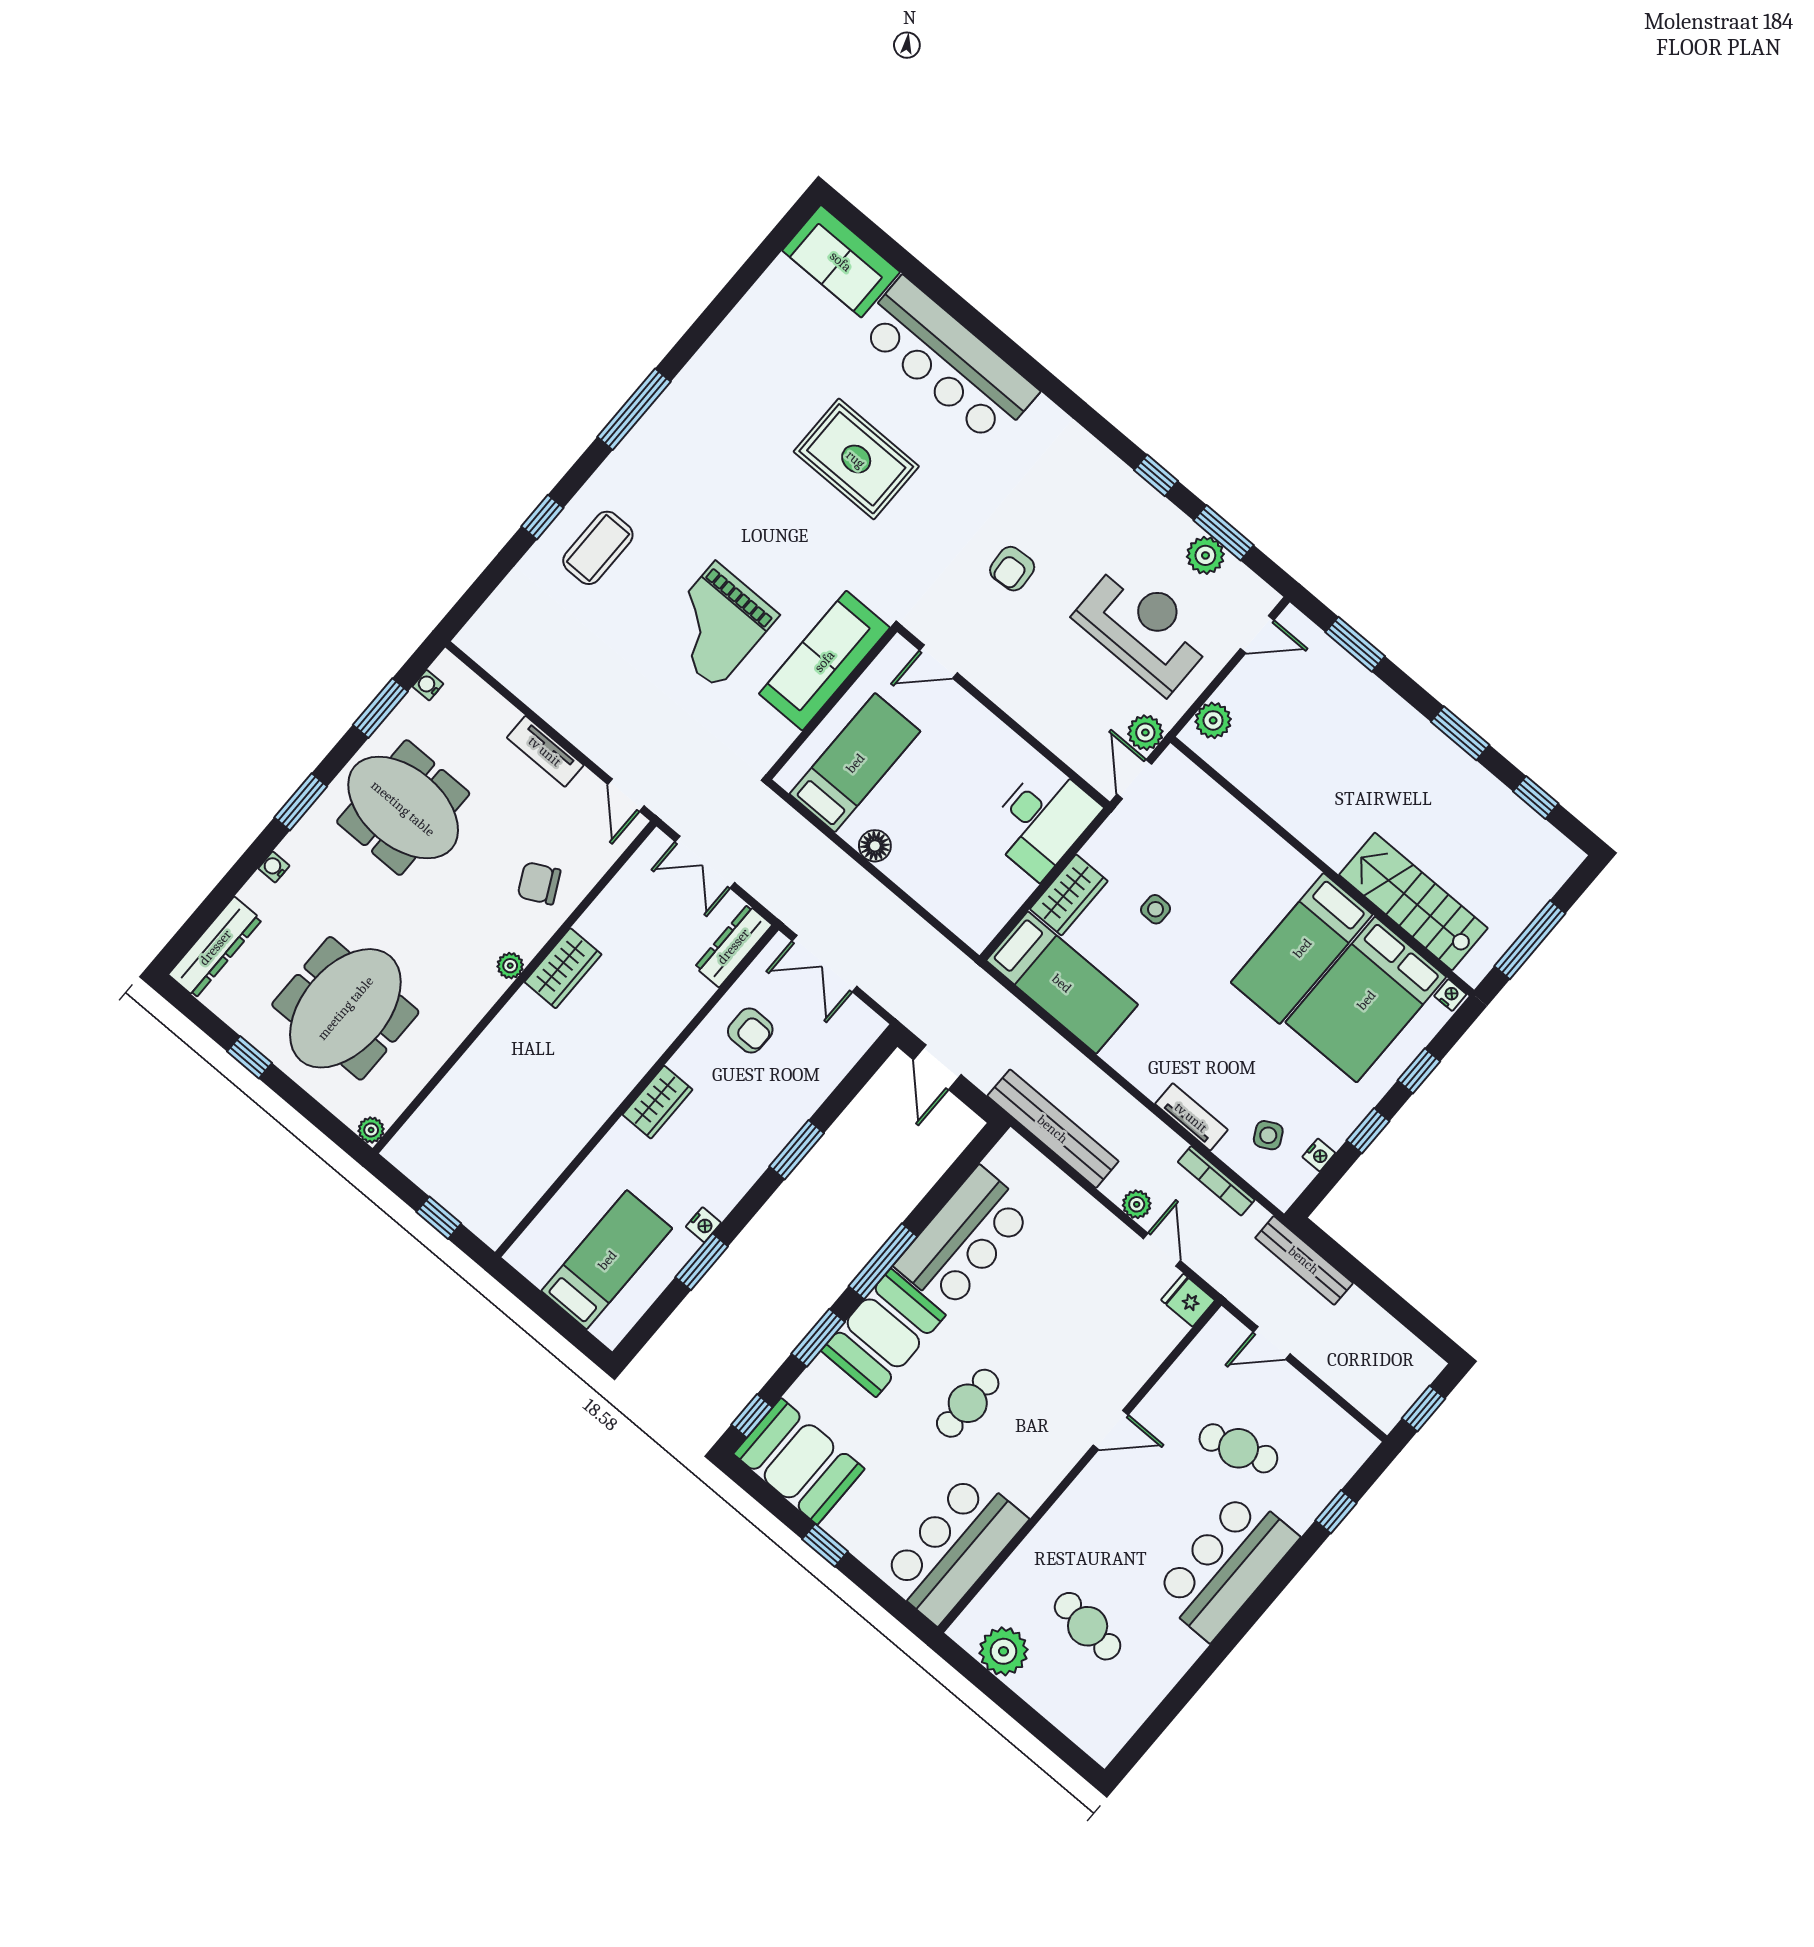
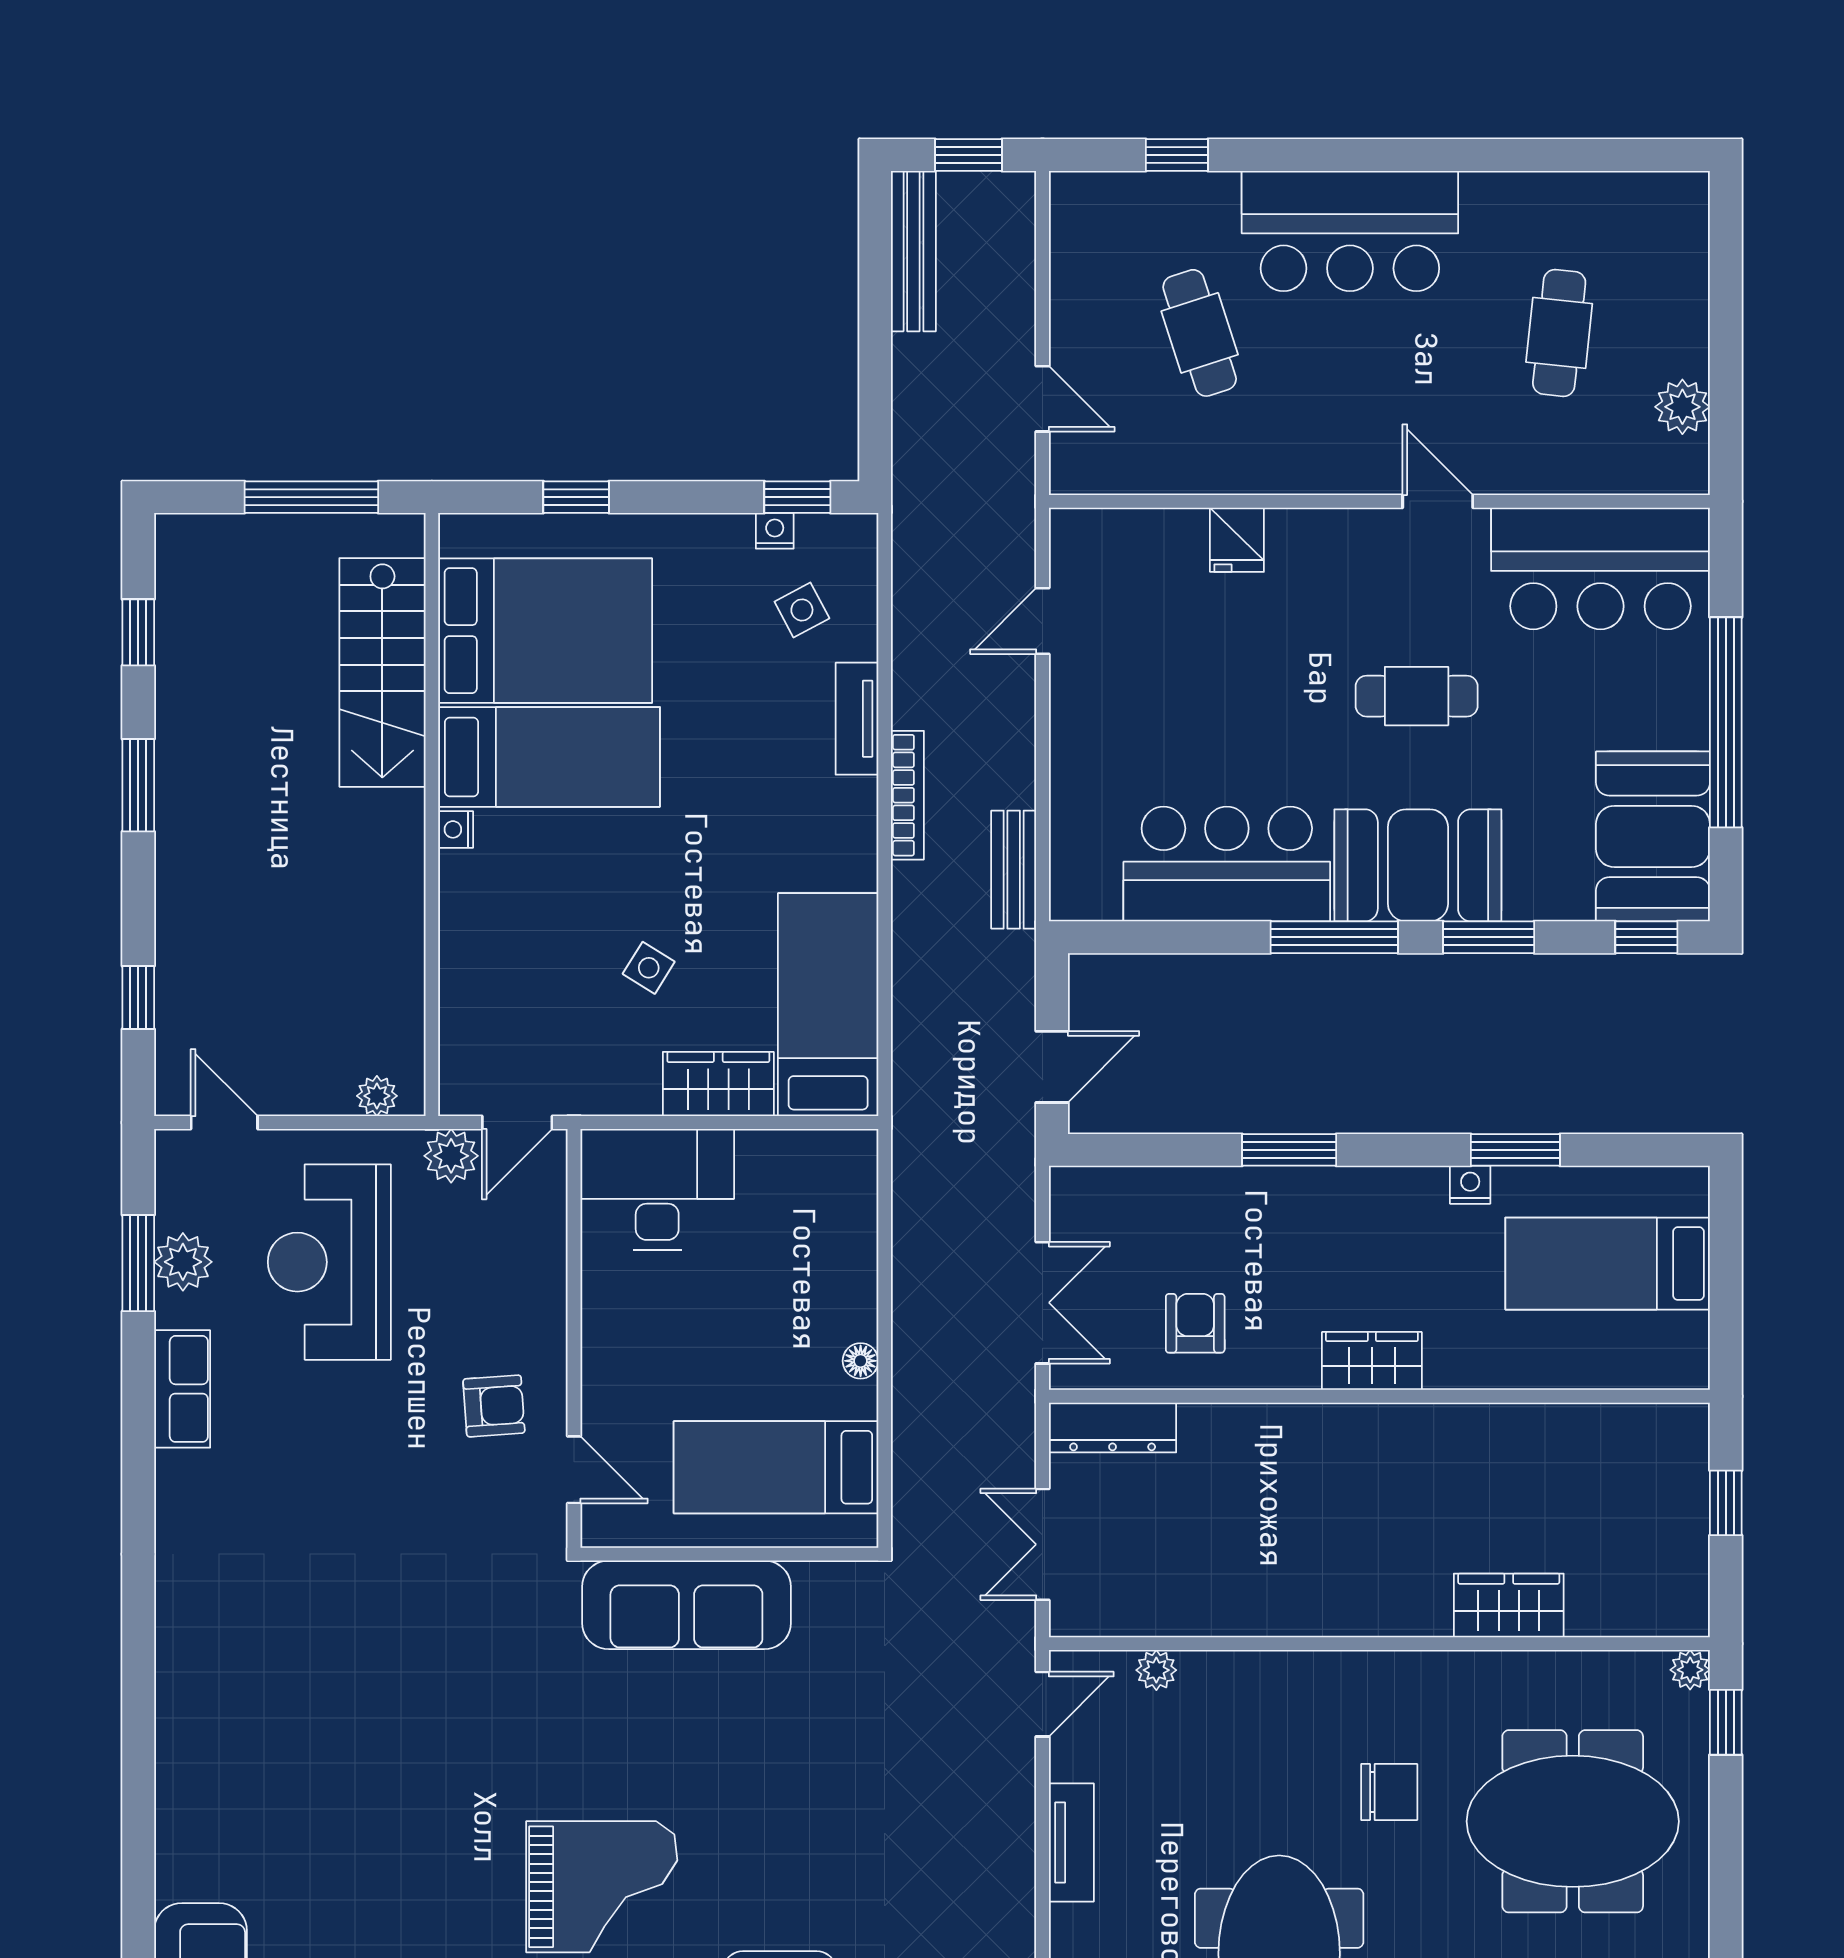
bar counter: (948, 361) -> (211, 1759), removed
rug: (856, 459) -> (418, 1768), removed
window: (1156, 475) -> (138, 1400), removed
row of seats: (1143, 502) -> (182, 1389), added
armchair: (1012, 569) -> (494, 1406), moved
grand piano: (716, 625) -> (602, 1887), moved
window: (1355, 644) -> (138, 997), width x0.67
plant: (1213, 720) -> (377, 1096), width x0.73, depth x0.73
floor lamp: (875, 846) -> (861, 1361), width x0.73, depth x0.73
double door: (705, 862) -> (1043, 1544), swing flipped
chair: (539, 883) -> (1389, 1792), moved, turned -63
side table: (1156, 909) -> (649, 968), turned 32
plant: (510, 966) -> (1156, 1670), moved
wardrobe: (563, 968) -> (1509, 1605), moved
nightstand: (1450, 995) -> (456, 829), moved
window: (249, 1057) -> (1726, 1722), moved
bench: (1053, 1129) -> (1014, 870), width x0.54, depth x0.82
window: (1368, 1131) -> (797, 497), moved
bookcase: (1216, 1181) -> (907, 795), moved
plant: (1137, 1204) -> (1014, 696), removed
bench: (1304, 1260) -> (913, 251), moved
fridge: (1188, 1300) -> (1237, 540), moved
door: (1111, 1430) -> (1438, 501), moved
window: (825, 1545) -> (1726, 722), width x3.17
plant: (1004, 1651) -> (1682, 407), width x0.73, depth x0.73

